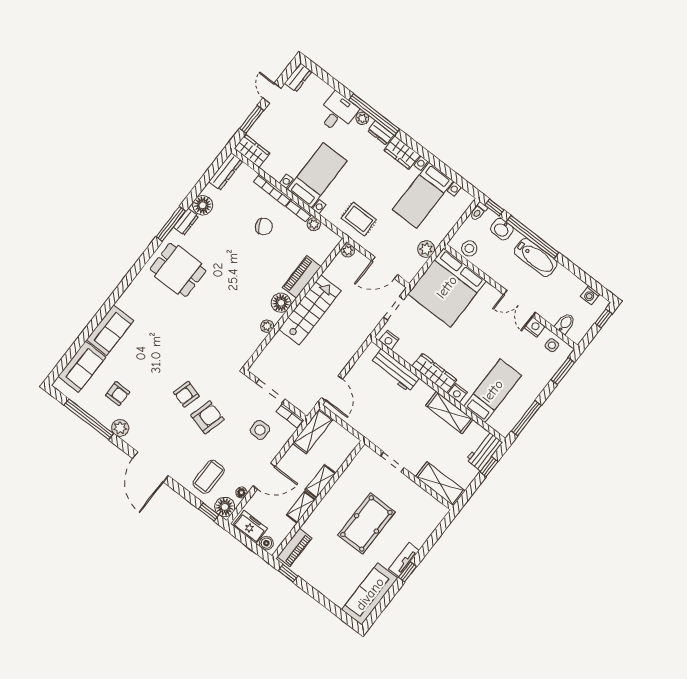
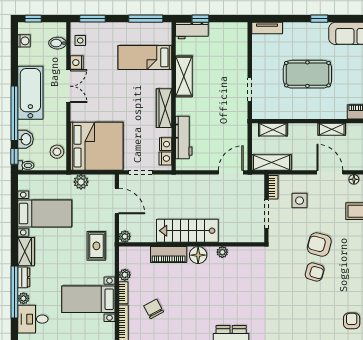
bathtub: (536, 257) -> (30, 93), width x1.36, depth x1.36
nightstand: (458, 393) -> (166, 144), moved
shelving: (320, 481) -> (273, 130), moved
shelving: (440, 484) -> (239, 44), removed
tv unit: (404, 560) -> (267, 28), moved

